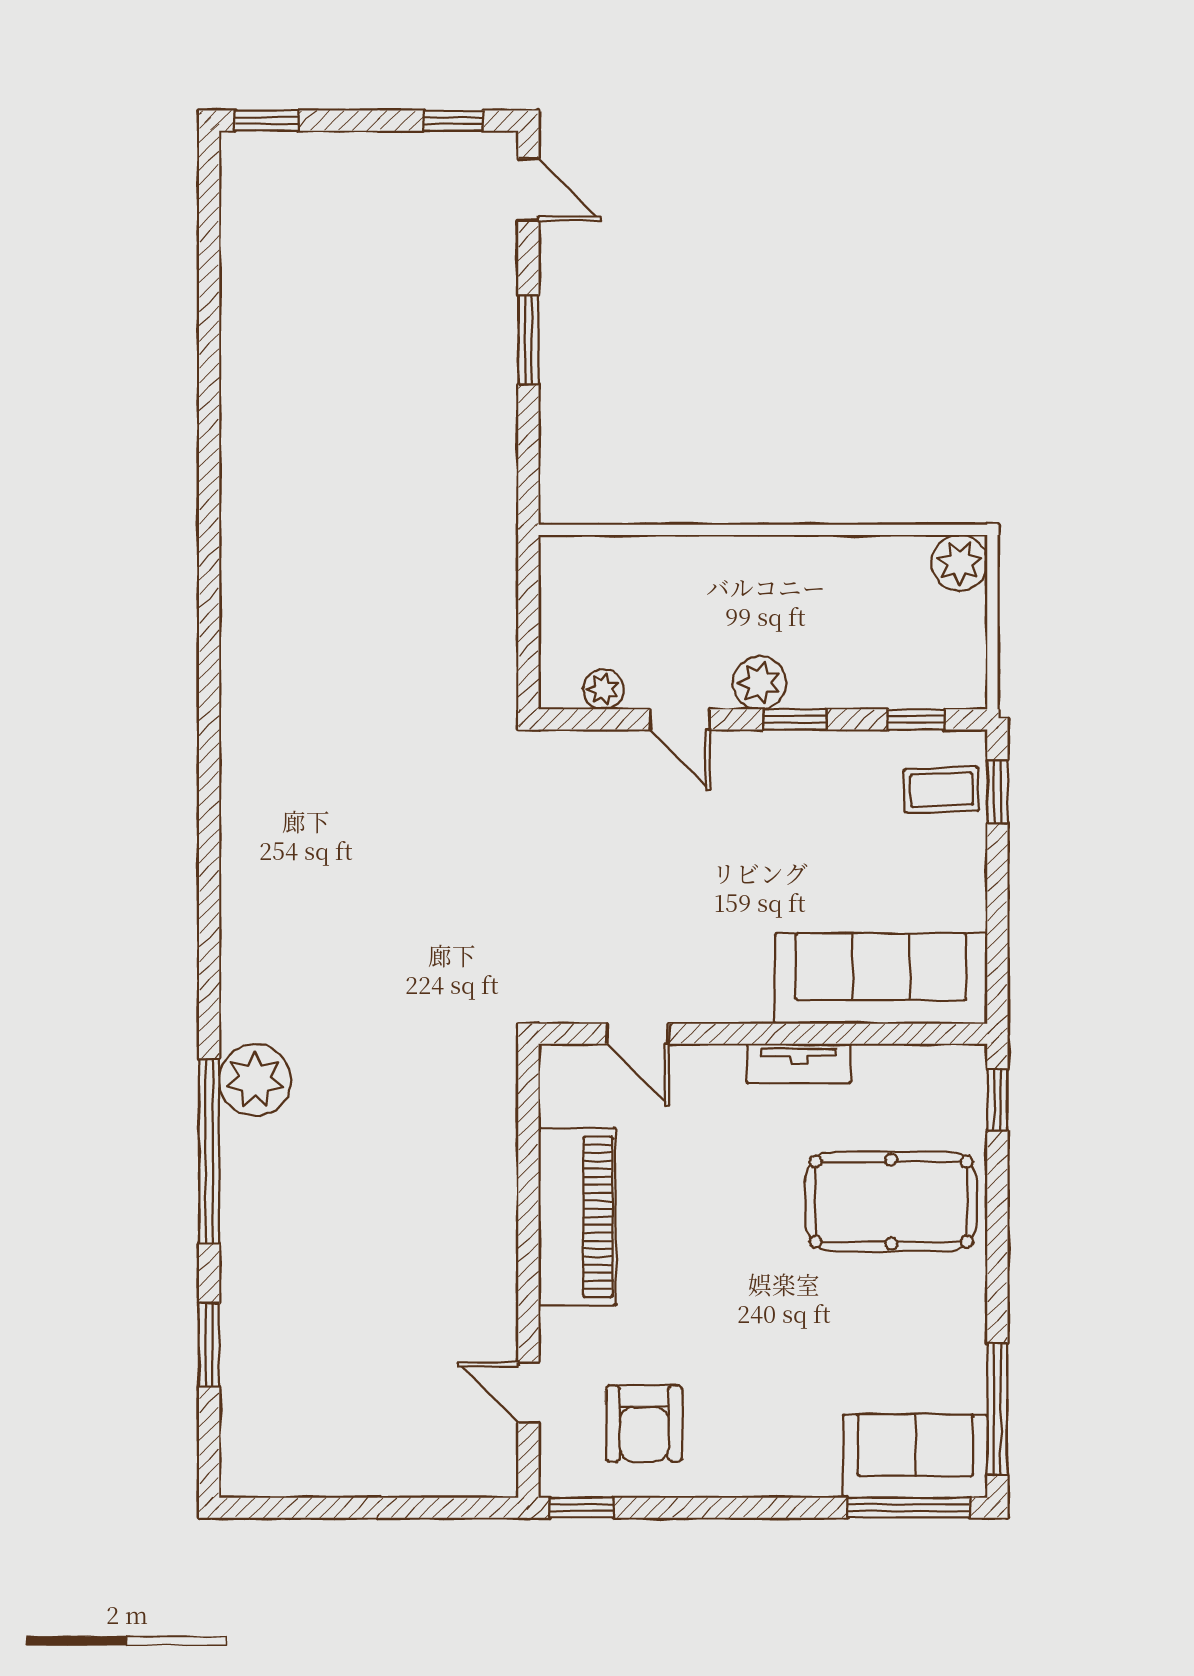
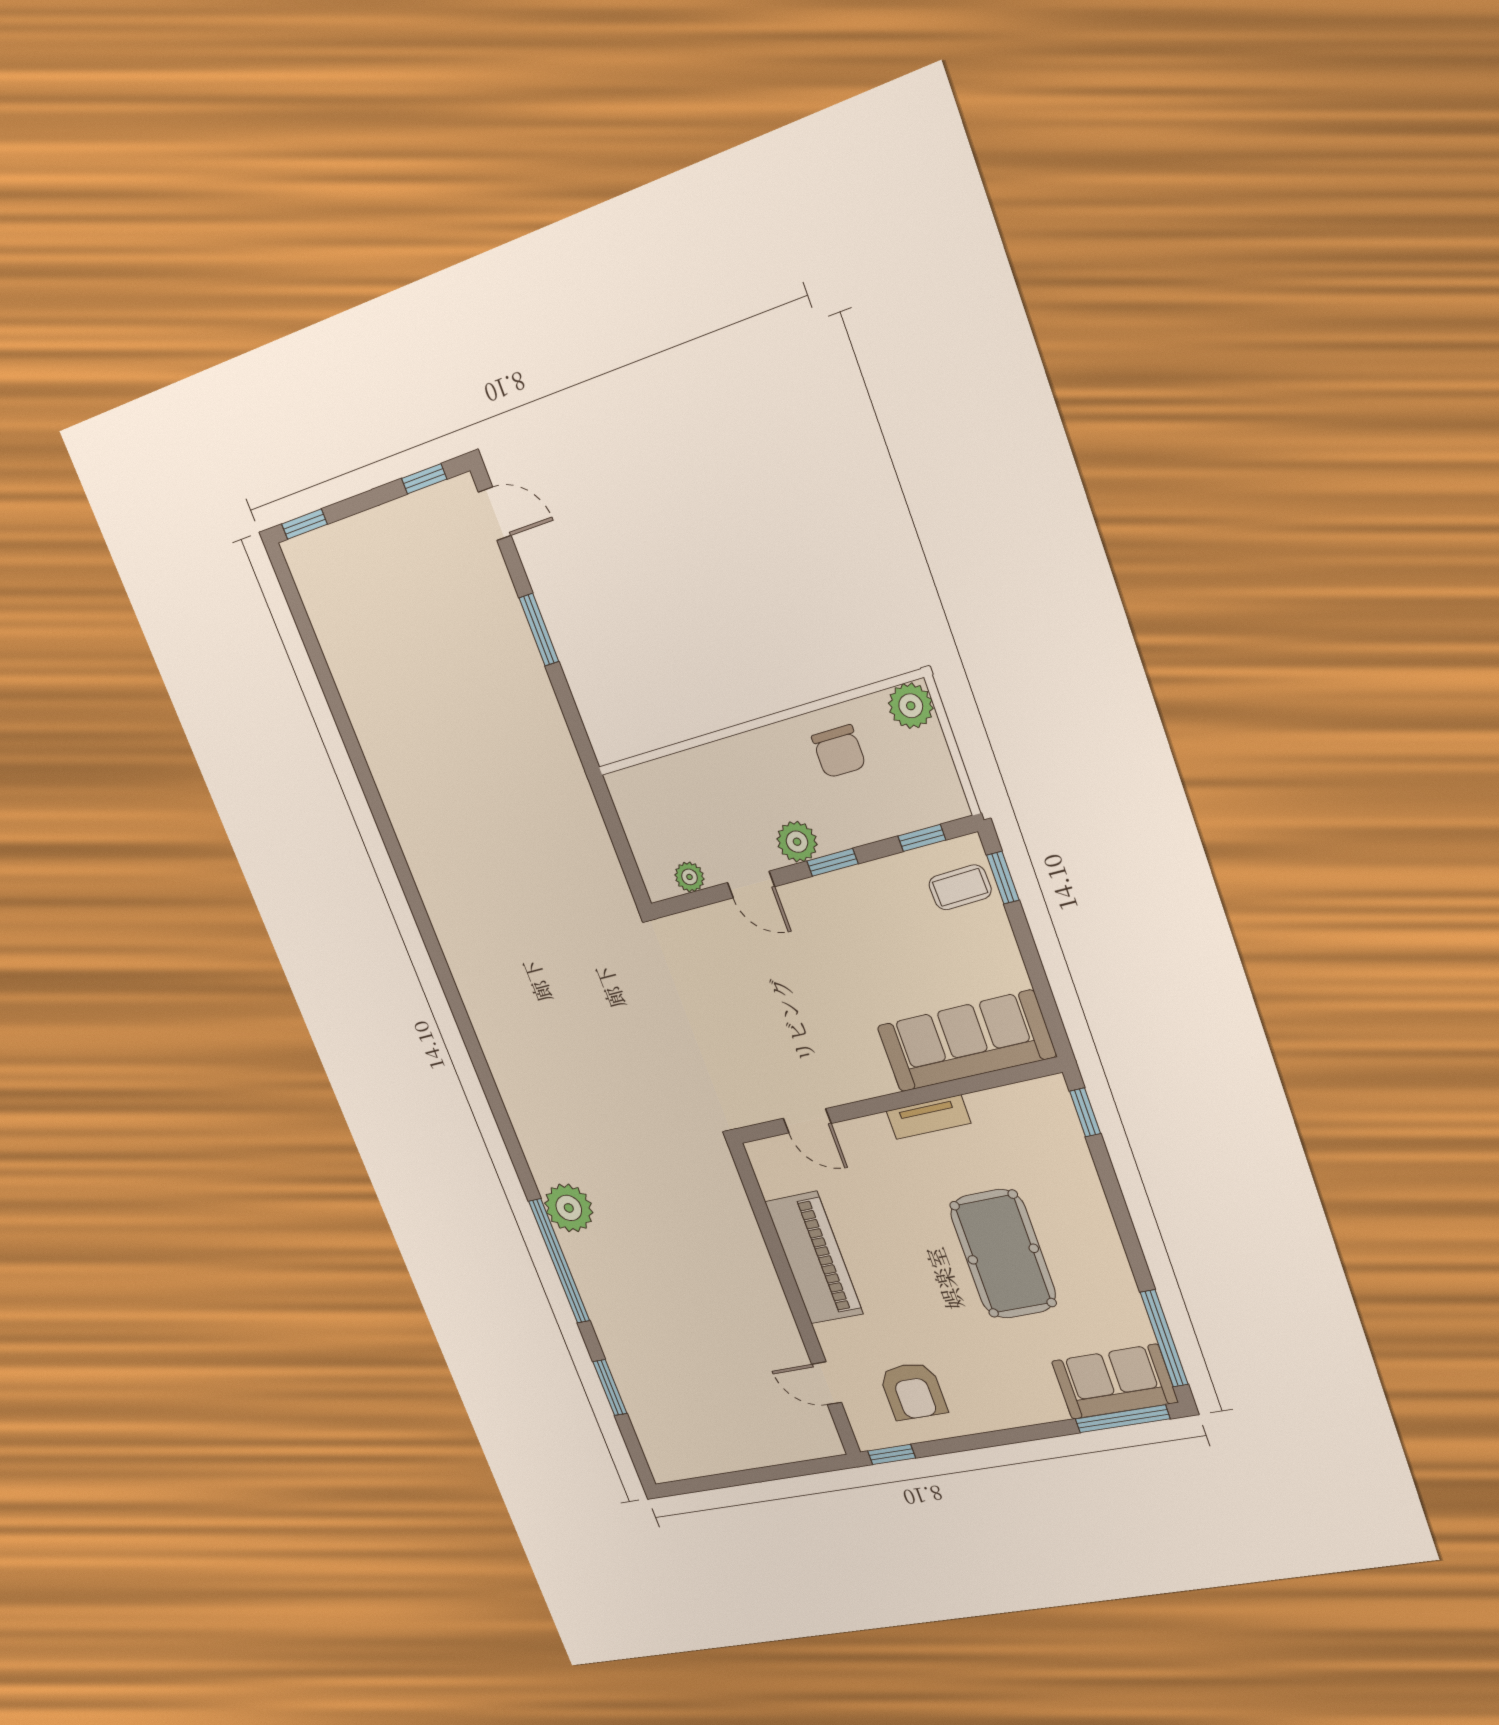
chair: (853, 591) -> (839, 751), added
pool table: (891, 1202) -> (1003, 1254), moved, turned 90

